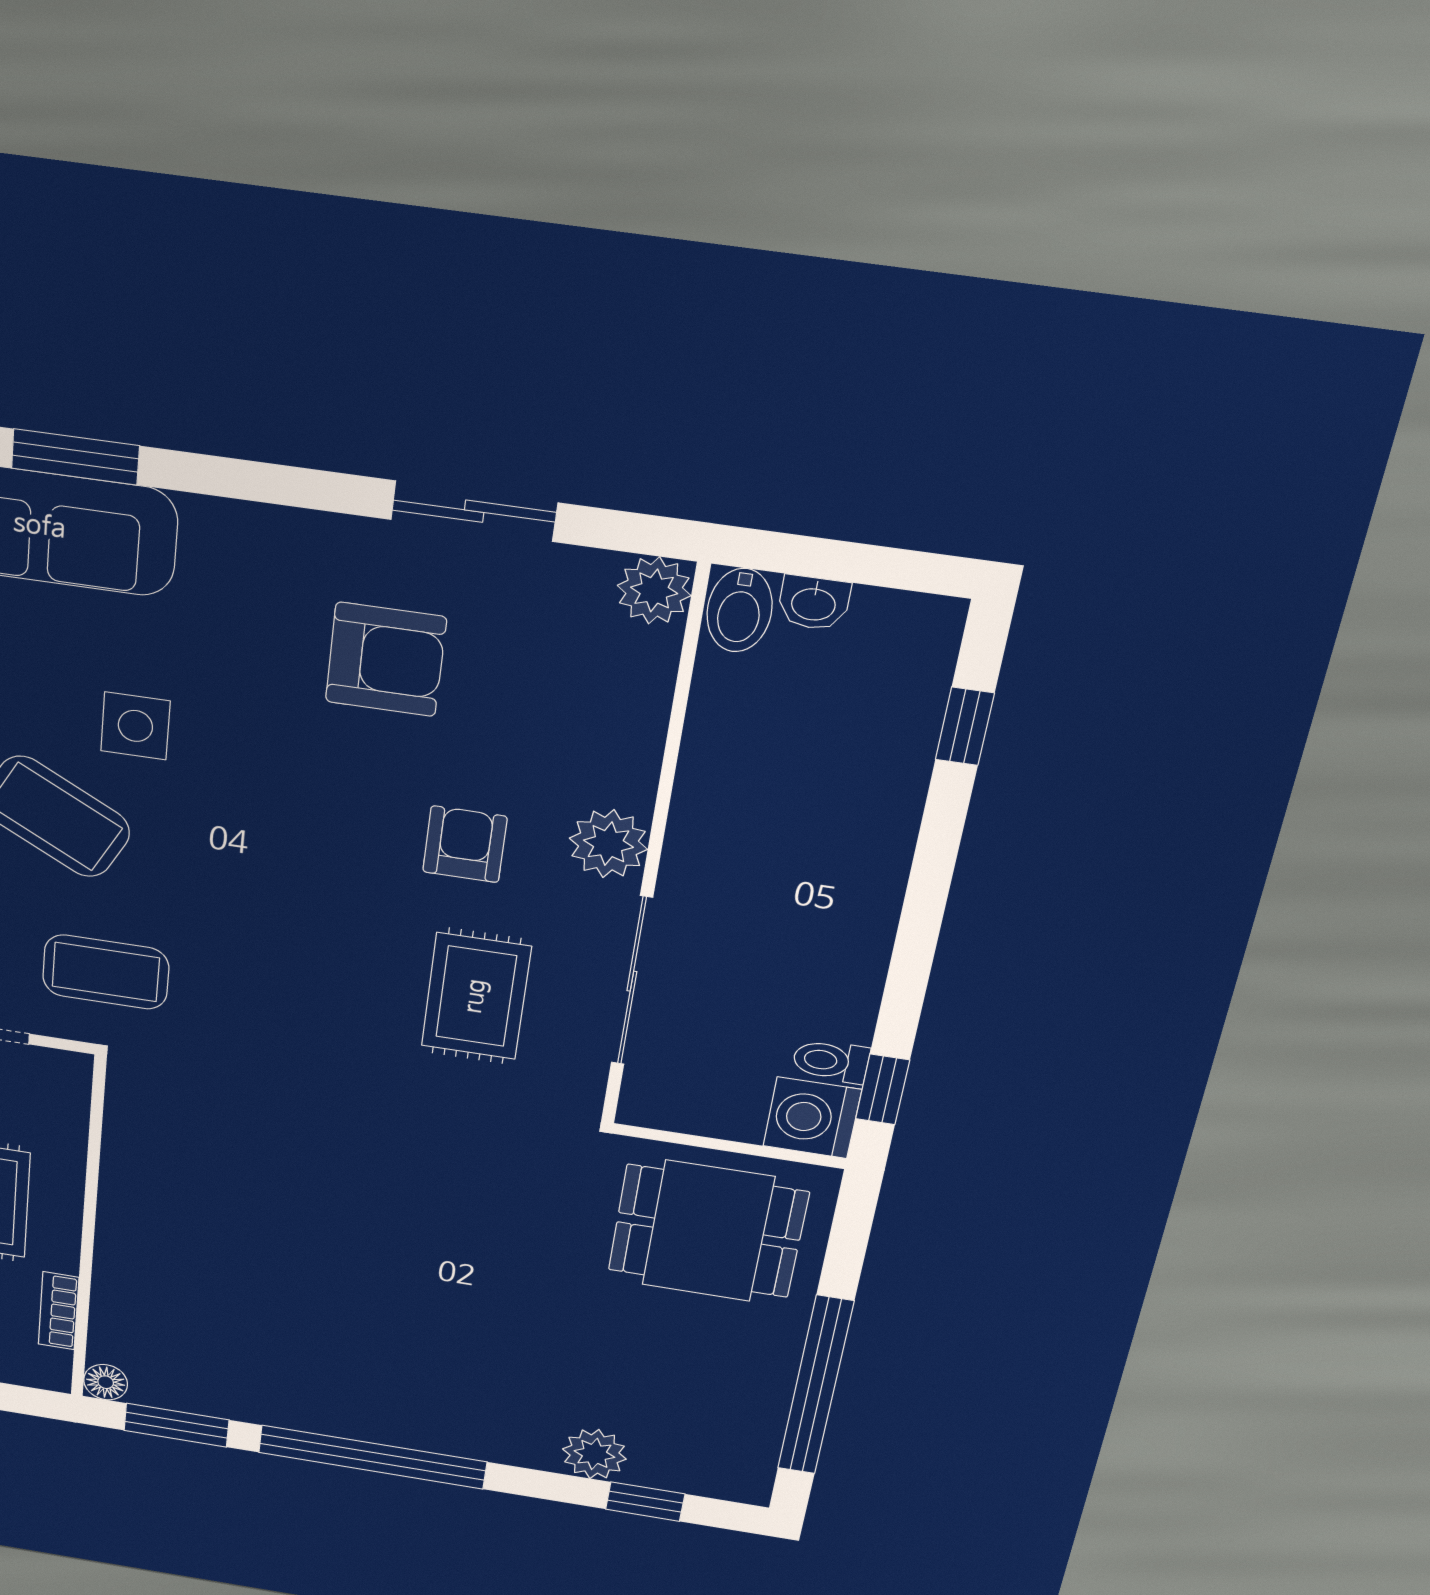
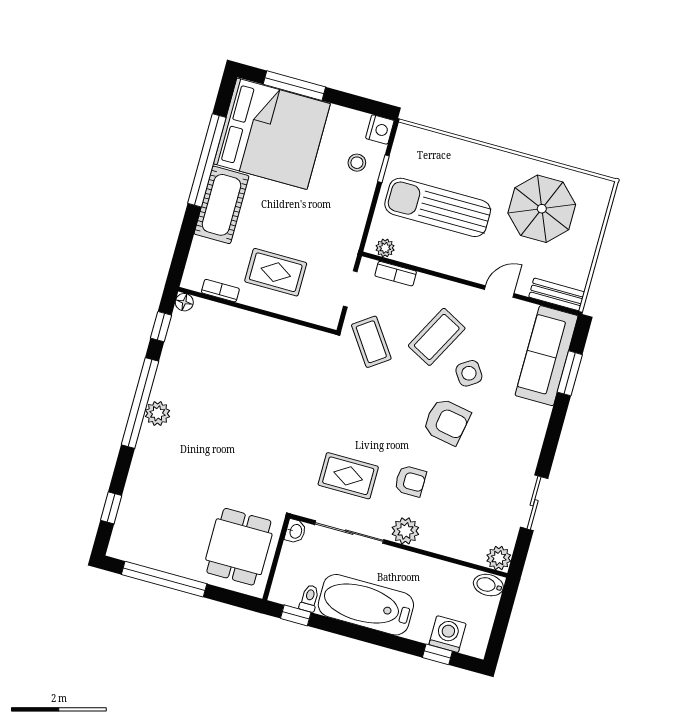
washbasin: (814, 603) -> (295, 531), moved, turned 180
armchair: (386, 660) -> (447, 422), moved, turned -80
side table: (135, 726) -> (469, 373), turned -34
bathtub: (834, 923) -> (366, 605), added
coffee table: (106, 972) -> (371, 342), turned -35
washing machine: (812, 1118) -> (448, 634), moved
window: (176, 1425) -> (161, 327), width x0.67
plant: (594, 1454) -> (158, 413), moved

